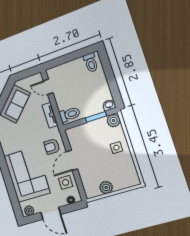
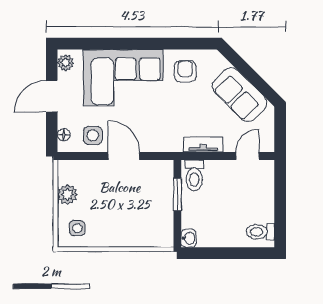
window: (96, 117) -> (177, 194), moved
plant: (113, 121) -> (163, 237), removed
armchair: (52, 147) -> (185, 71), moved
side table: (116, 148) -> (77, 228), moved

